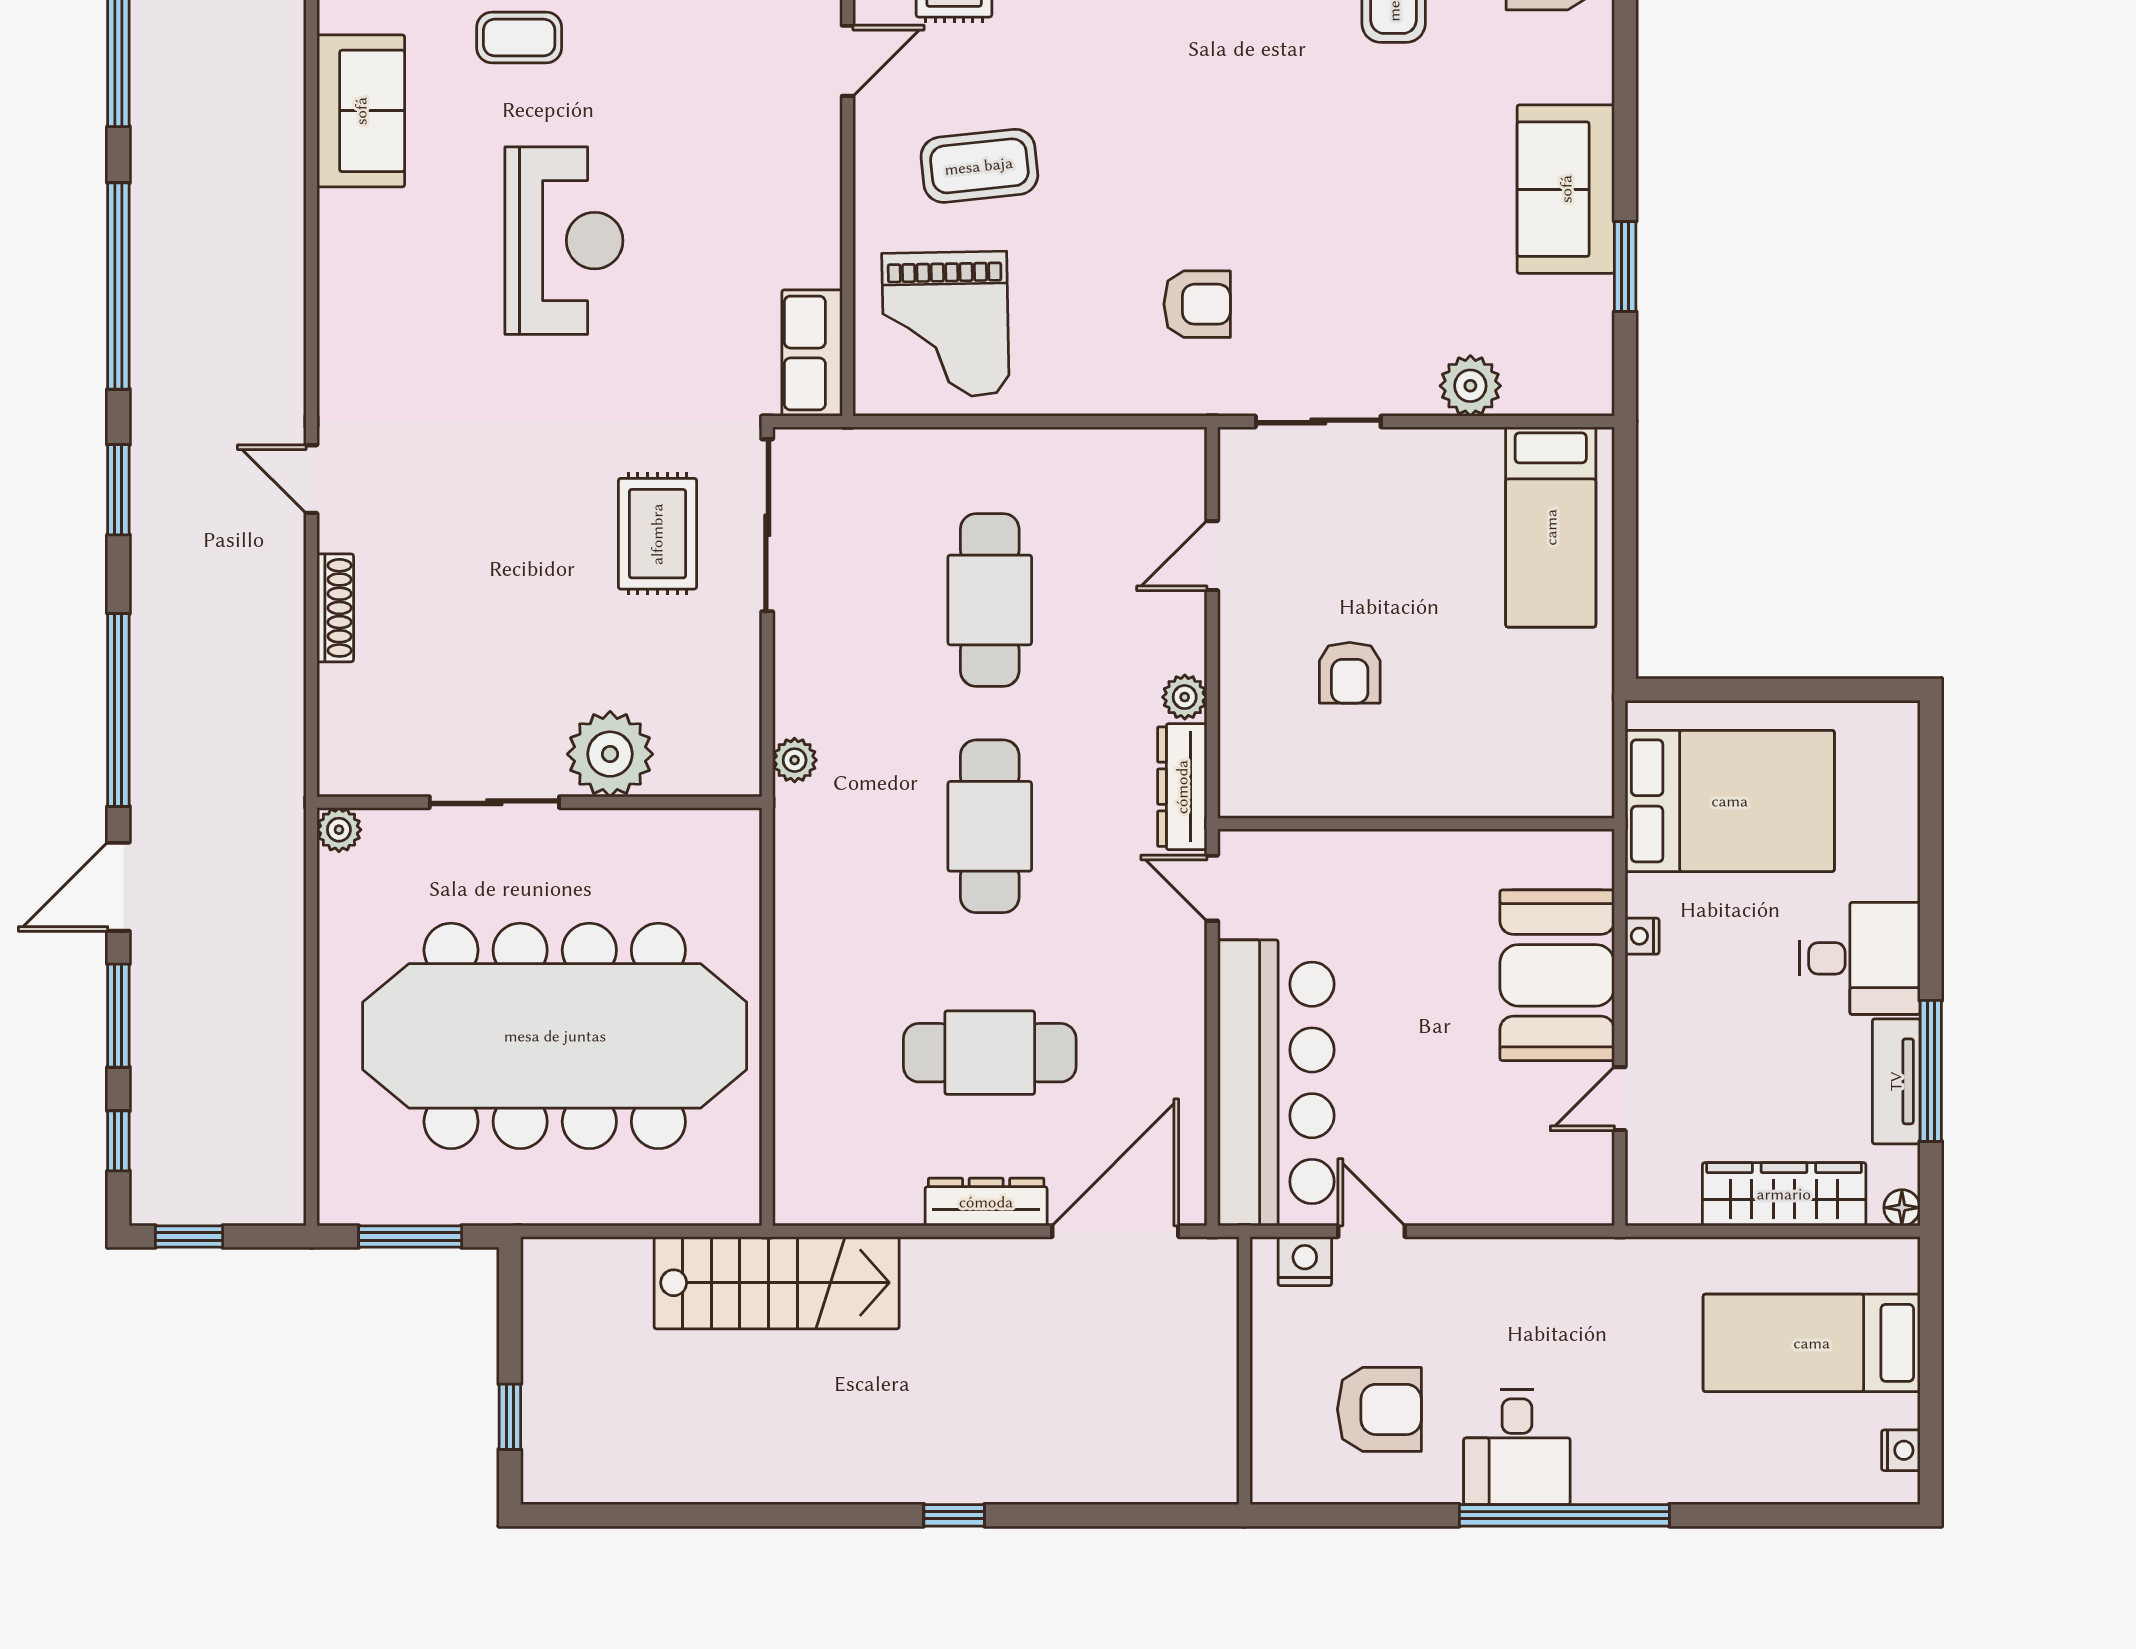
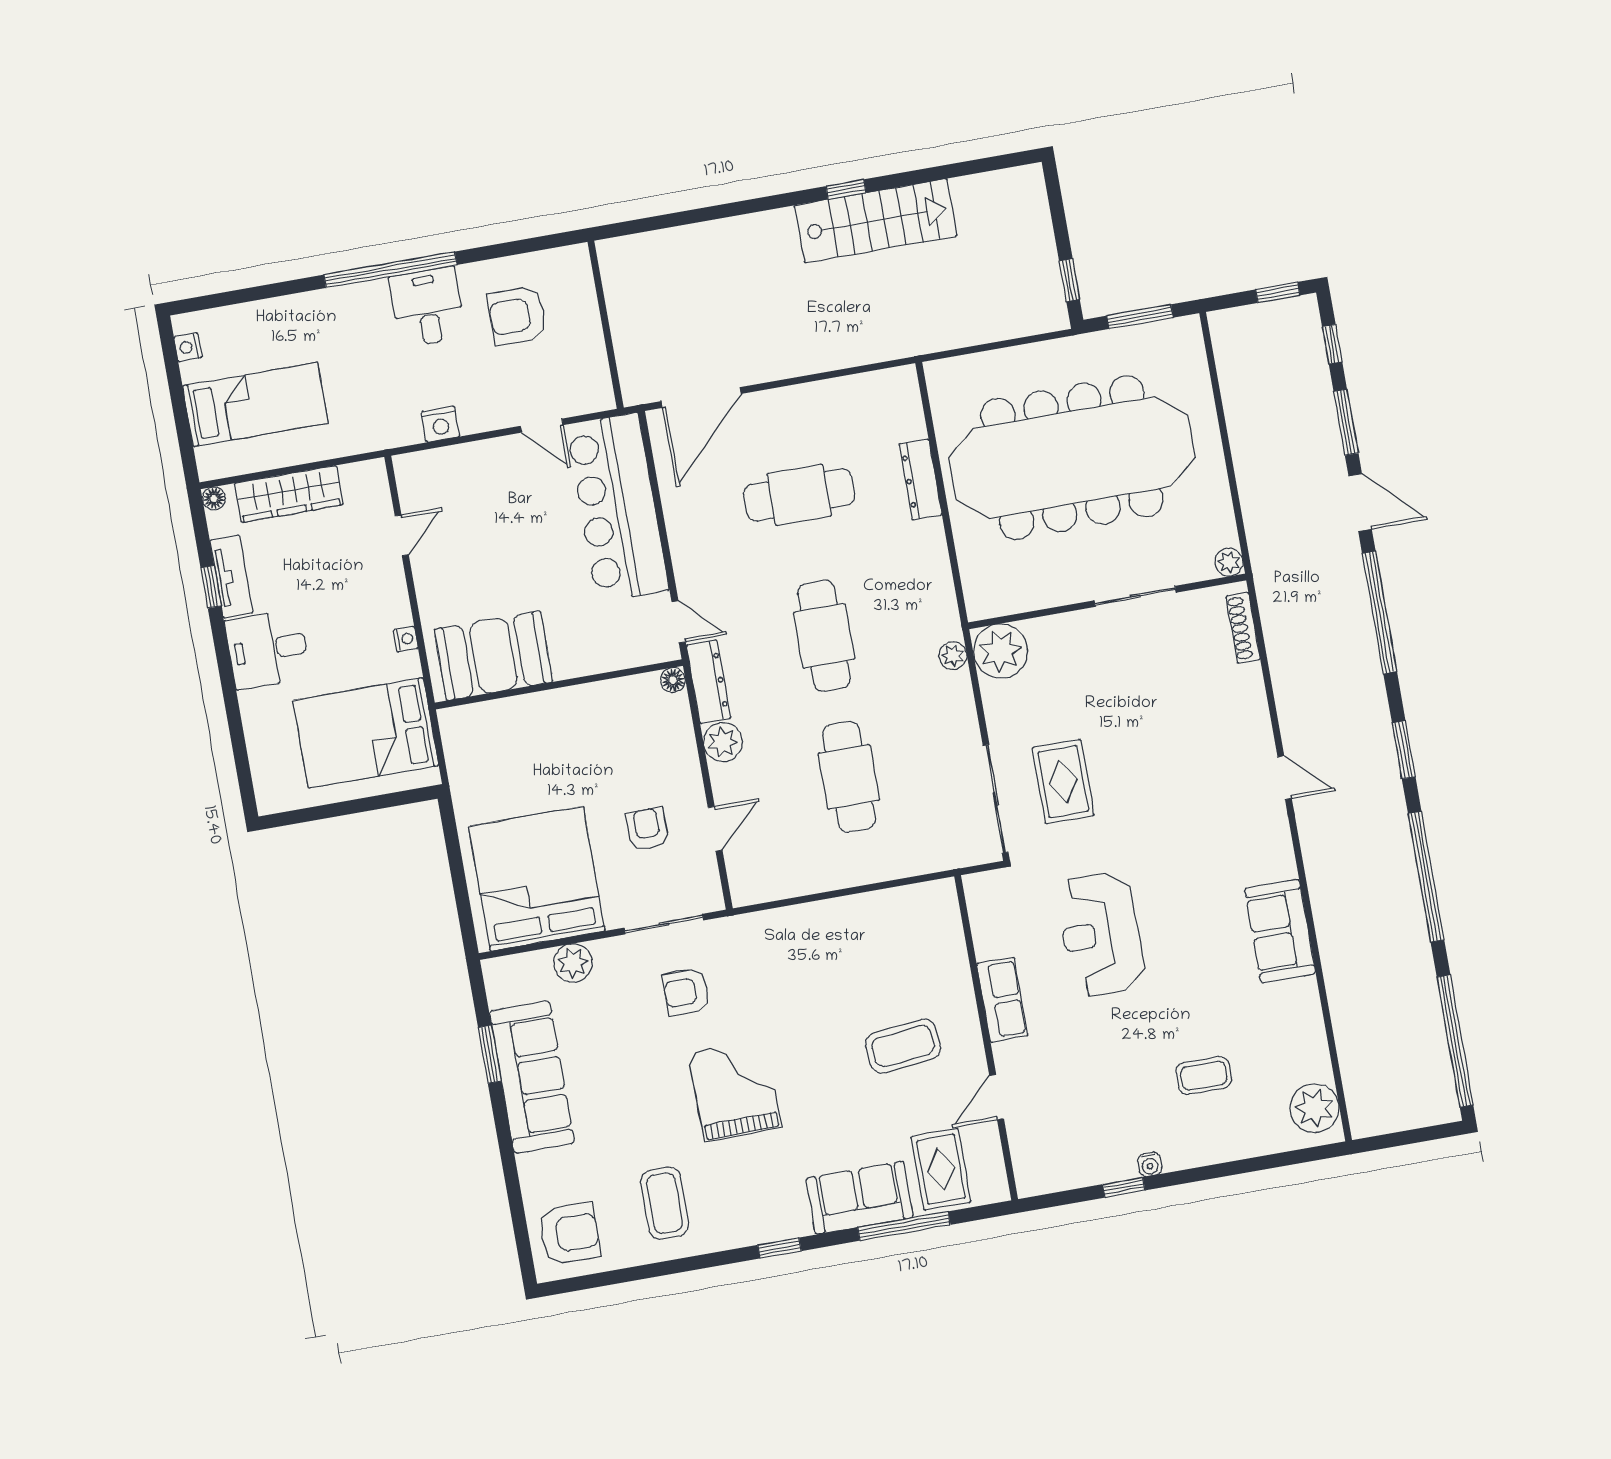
sofa: (361, 111) -> (1280, 931), moved
sofa: (1566, 189) -> (532, 1077), width x1.36
reception desk: (564, 241) -> (1101, 934), moved
armchair: (1197, 304) -> (686, 992), moved
grand piano: (945, 324) -> (735, 1090), moved
row of seats: (812, 353) -> (1002, 1000), moved
bed: (1551, 527) -> (537, 879), width x2.04
shoe rack: (335, 608) -> (1243, 628), moved
armchair: (1350, 673) -> (647, 829), moved
plant: (1185, 697) -> (723, 742), width x1.38, depth x1.38
plant: (610, 754) -> (1001, 651), moved
floor lamp: (1237, 799) -> (673, 680), added
door: (118, 887) -> (1360, 503), hinge flipped
booth: (1557, 975) -> (493, 656), moved, turned 90
window: (1931, 1071) -> (211, 587), width x0.46
dresser: (986, 1202) -> (921, 479), moved, turned 90
nightstand: (1305, 1261) -> (441, 424), moved
stairs: (777, 1283) -> (876, 221), moved, turned 180
window: (510, 1417) -> (1069, 280), moved
window: (954, 1515) -> (846, 189), moved

